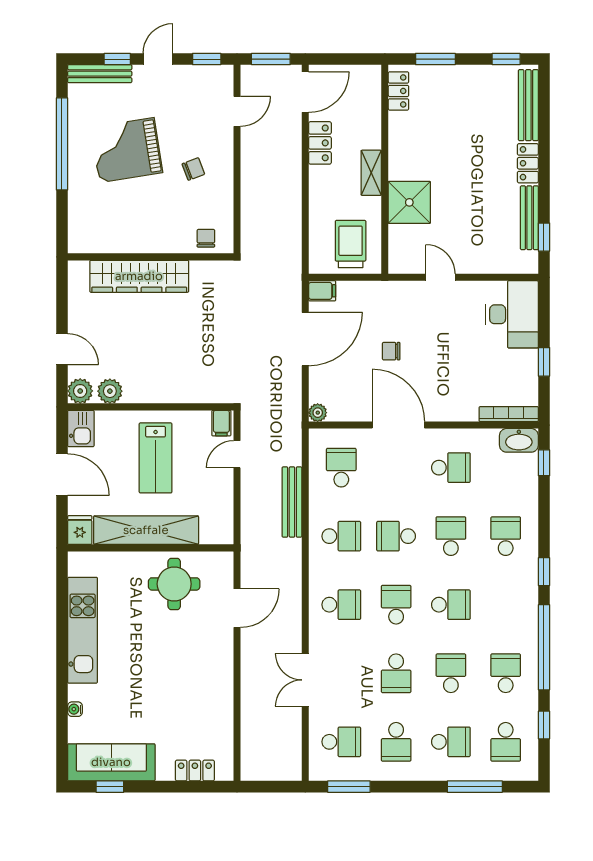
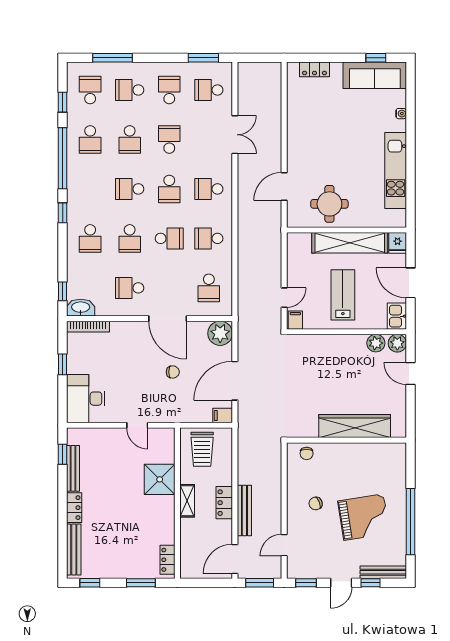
locker: (320, 143) -> (224, 503), moved
plant: (318, 413) -> (220, 333), width x1.87, depth x1.87
bench: (292, 502) -> (244, 511), moved

